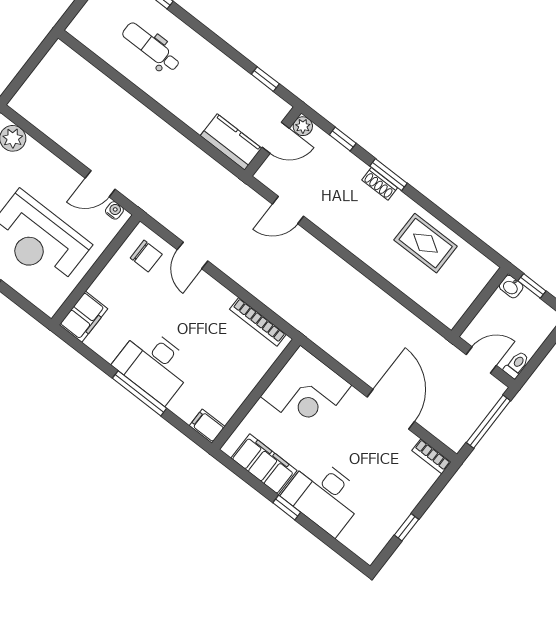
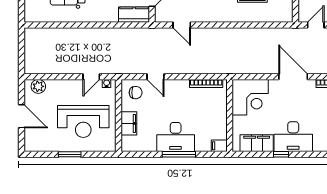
door: (288, 210) -> (182, 25), hinge flipped
filing cabinet: (83, 317) -> (129, 123), moved

